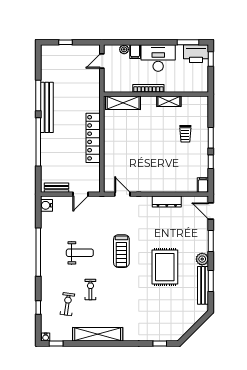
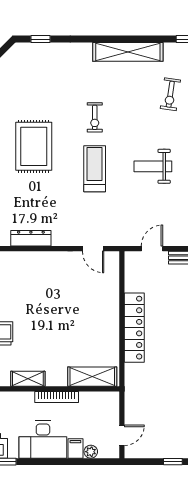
exercise bike: (90, 290) -> (95, 117), moved

